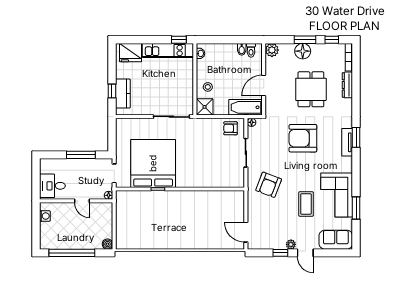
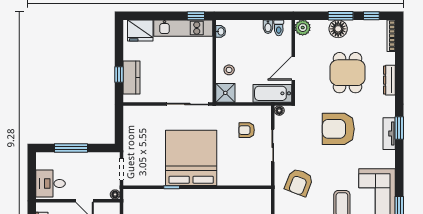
dresser: (347, 85) -> (389, 80), moved
armchair: (230, 128) -> (247, 130), moved
window: (81, 155) -> (71, 148), moved
bed: (153, 163) -> (191, 158), moved

